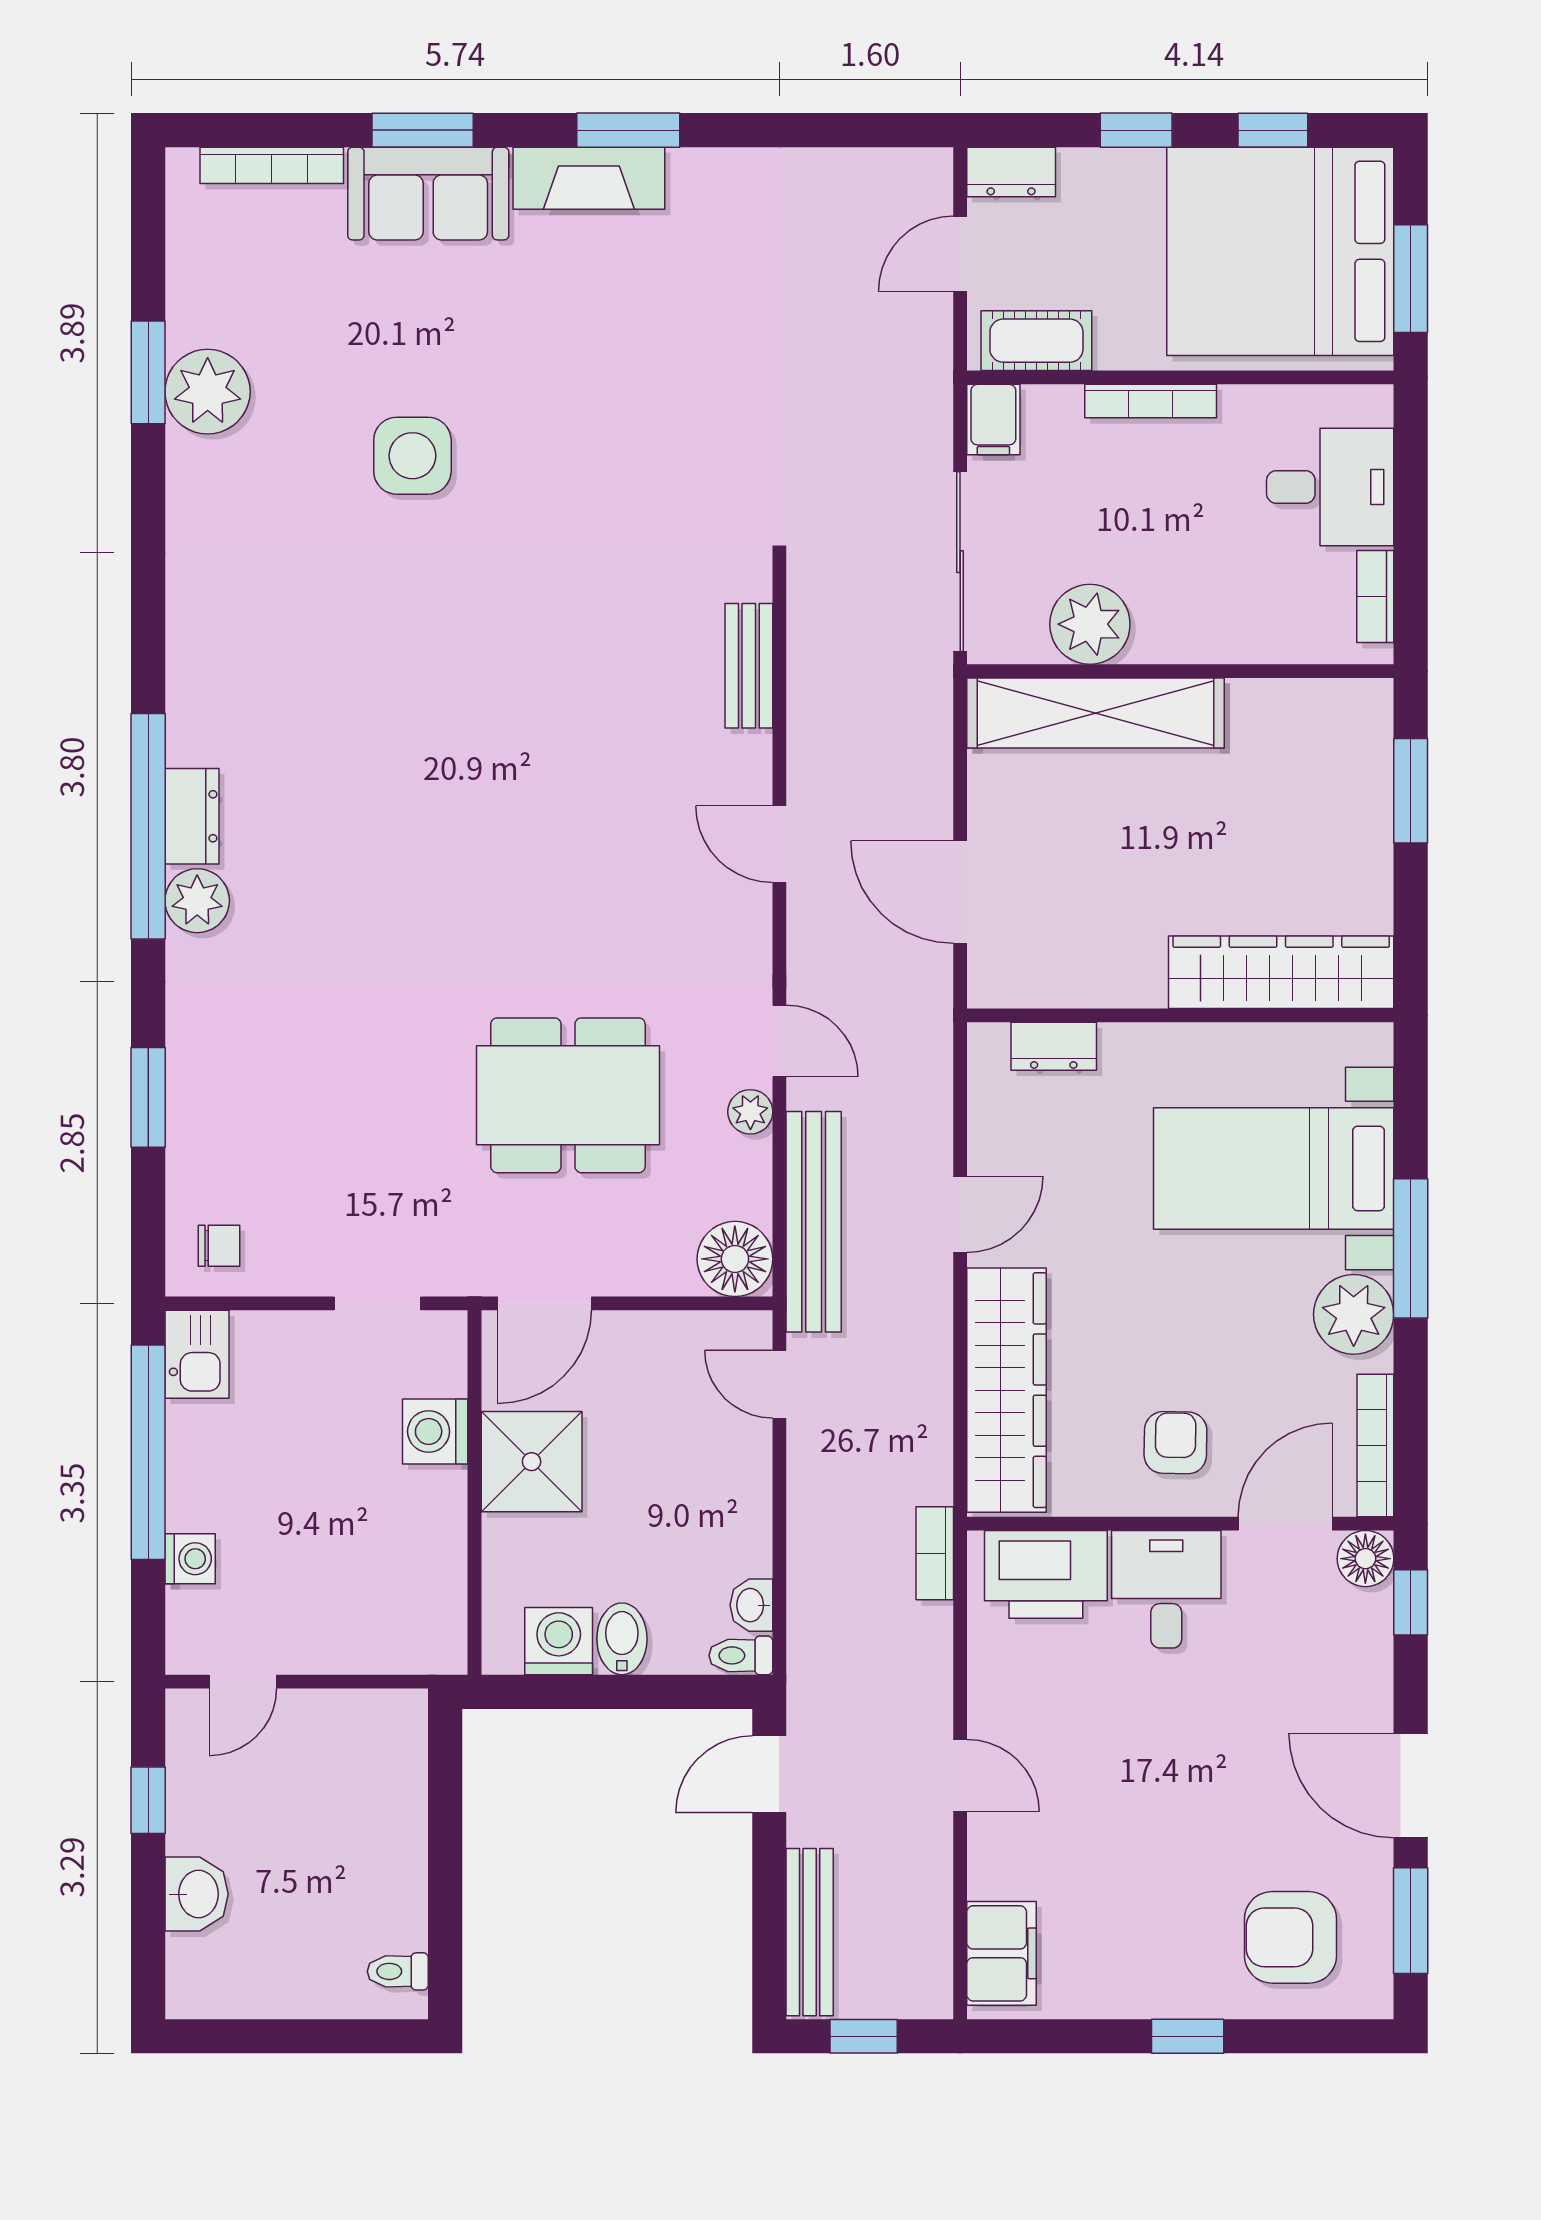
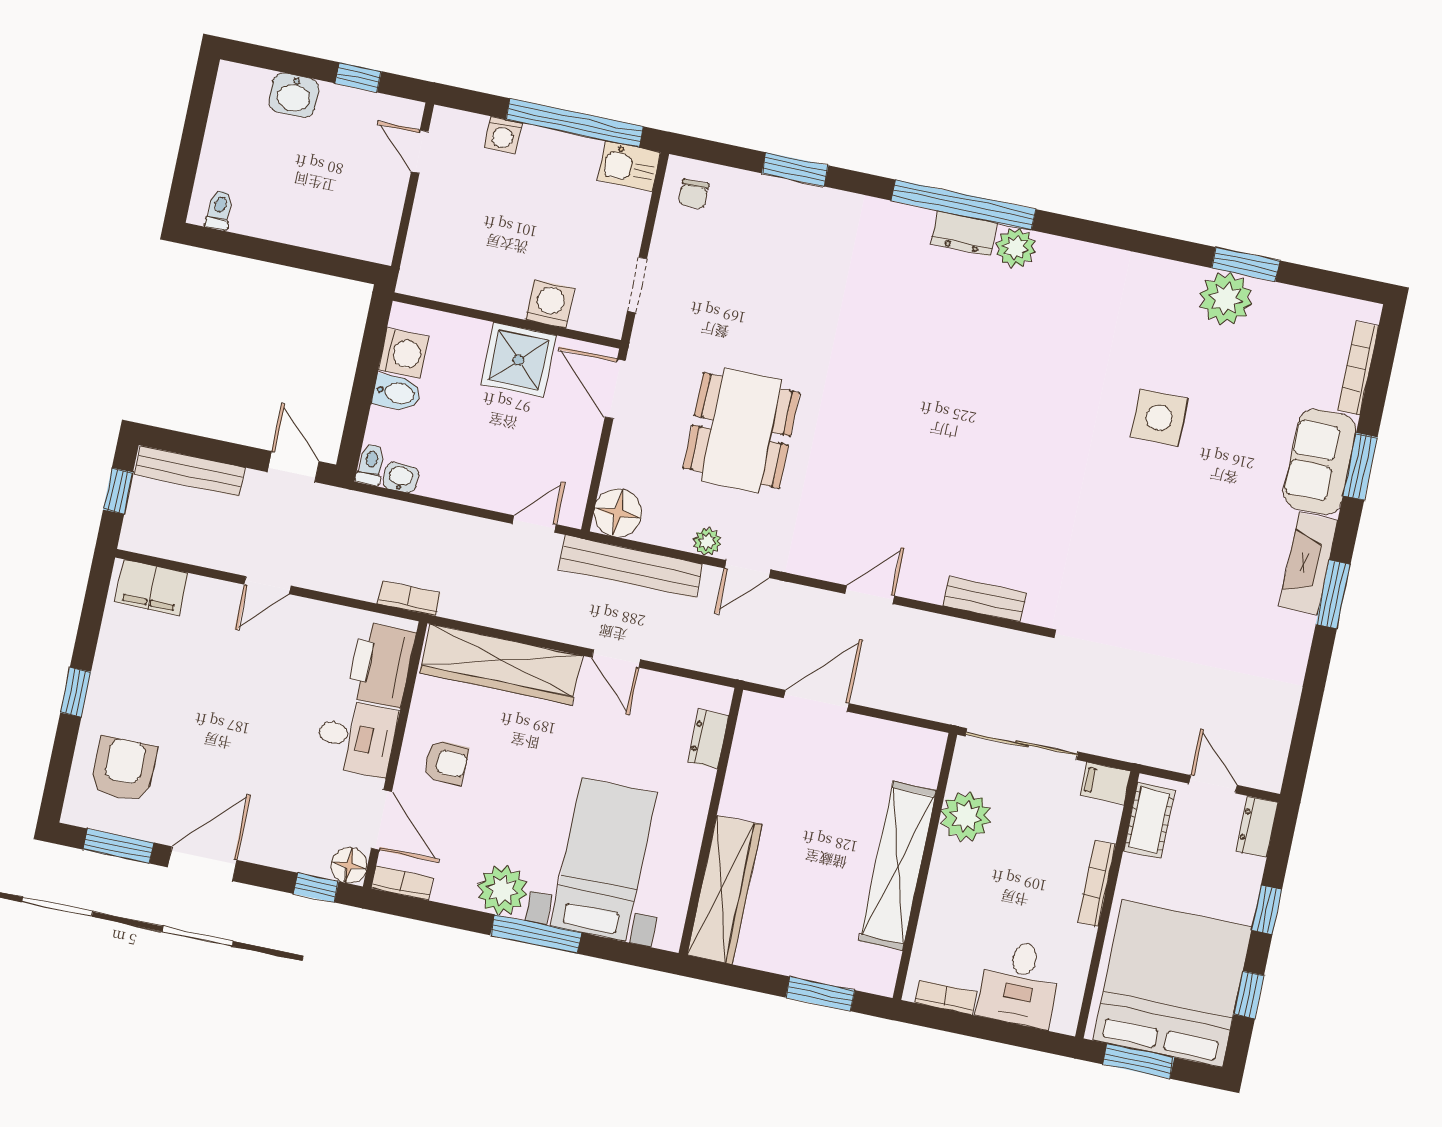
shelving: (1096, 713) -> (898, 866), moved
plant: (197, 901) -> (1016, 248), moved
bookcase: (1375, 1445) -> (402, 883), width x0.64

